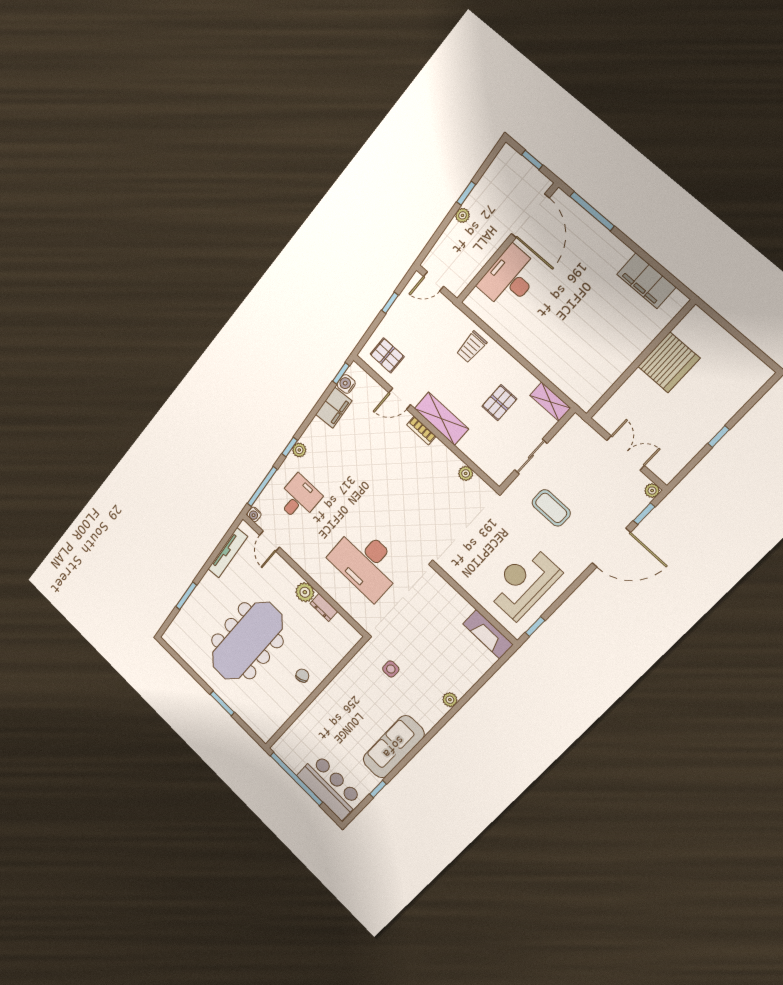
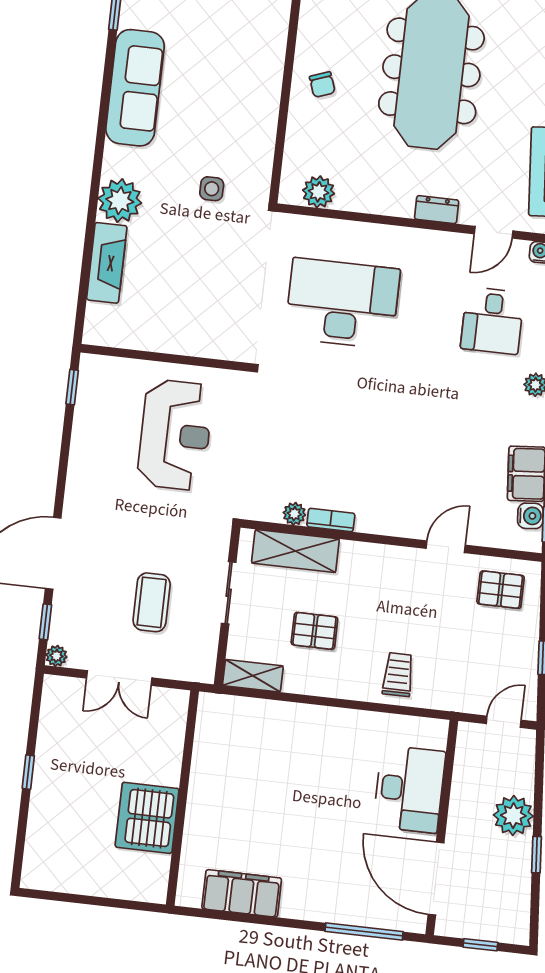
plant: (462, 215) -> (513, 816), width x1.87, depth x1.87
pallet: (499, 403) -> (314, 631), turned 90
shelving: (441, 419) -> (295, 551), moved
bookcase: (421, 431) -> (331, 520), moved
coffee table: (551, 508) -> (152, 602), moved, turned 90
door: (269, 541) -> (494, 232), swing flipped
reception desk: (524, 583) -> (175, 435), moved
plant: (305, 592) -> (319, 192), moved
dresser: (324, 607) -> (437, 210), moved
fireplace: (488, 634) -> (107, 263), moved, turned 90
plant: (450, 700) -> (120, 201), width x1.87, depth x1.87

